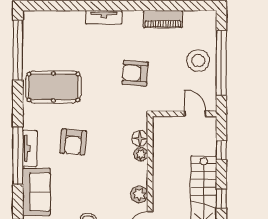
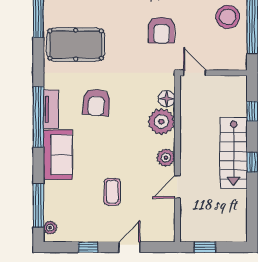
armchair: (135, 73) -> (162, 30), turned -94
door: (195, 114) -> (195, 73), moved
plant: (141, 154) -> (161, 122), width x1.87, depth x1.87

